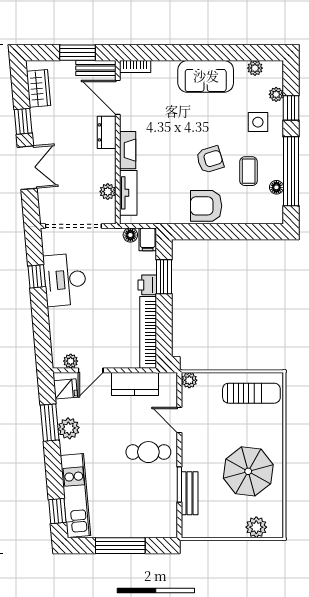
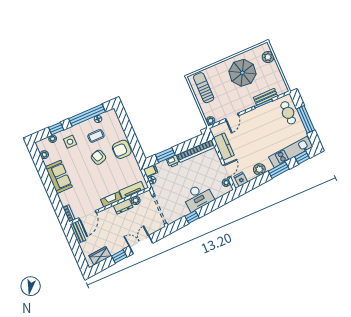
window: (77, 53) -> (74, 244), removed
dresser: (107, 132) -> (123, 206), moved
armchair: (206, 206) -> (122, 149), turned 90
desk: (65, 280) -> (198, 197), moved
door: (91, 370) -> (226, 171), hinge flipped
window: (50, 423) -> (279, 170), moved
cafe table: (148, 452) -> (288, 113), moved

